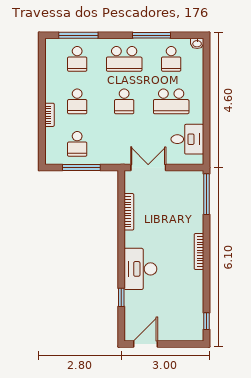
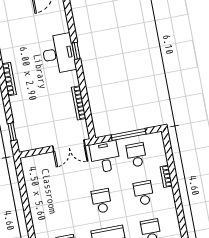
school desk: (171, 101) -> (59, 209), removed
desk: (187, 139) -> (105, 157), moved, turned 90
window: (207, 194) -> (12, 132), width x0.46
window: (121, 297) -> (76, 51), moved

